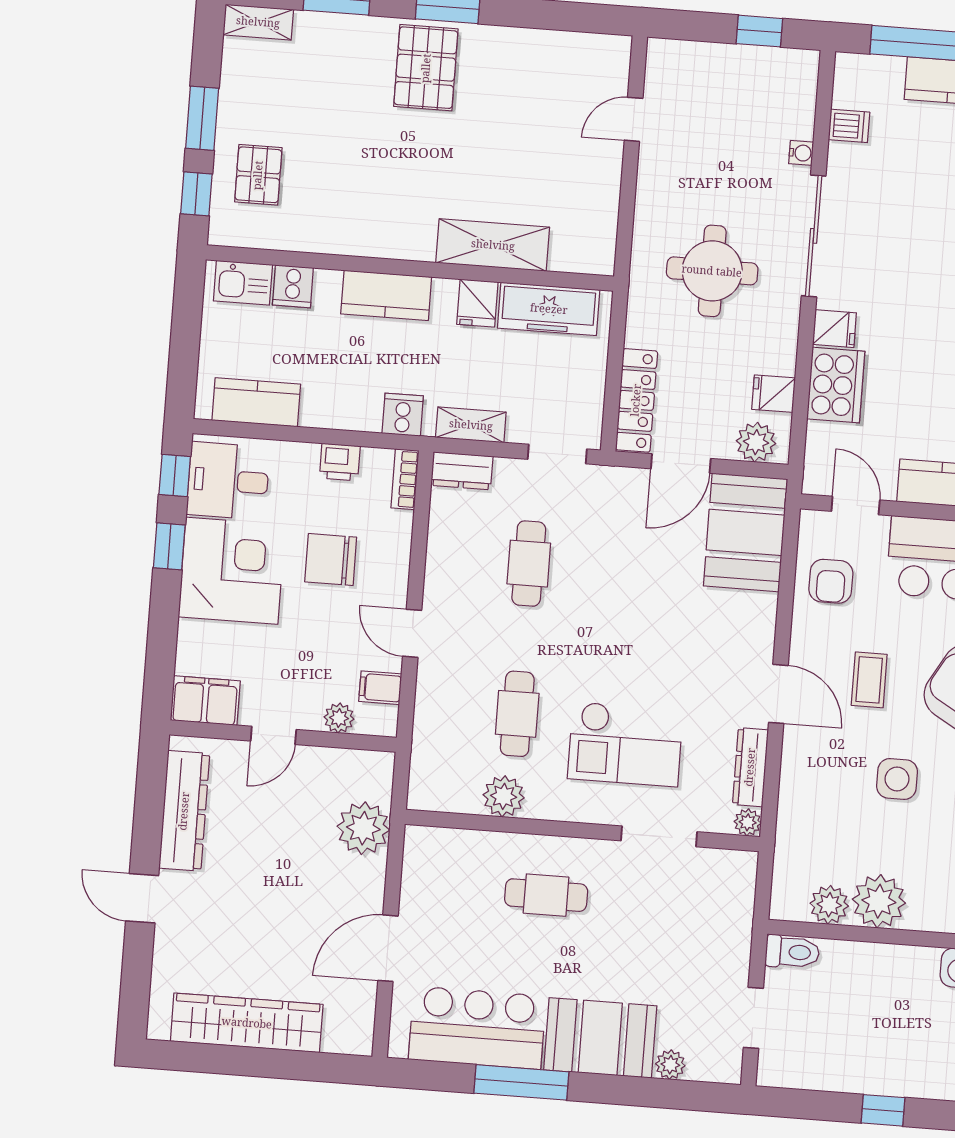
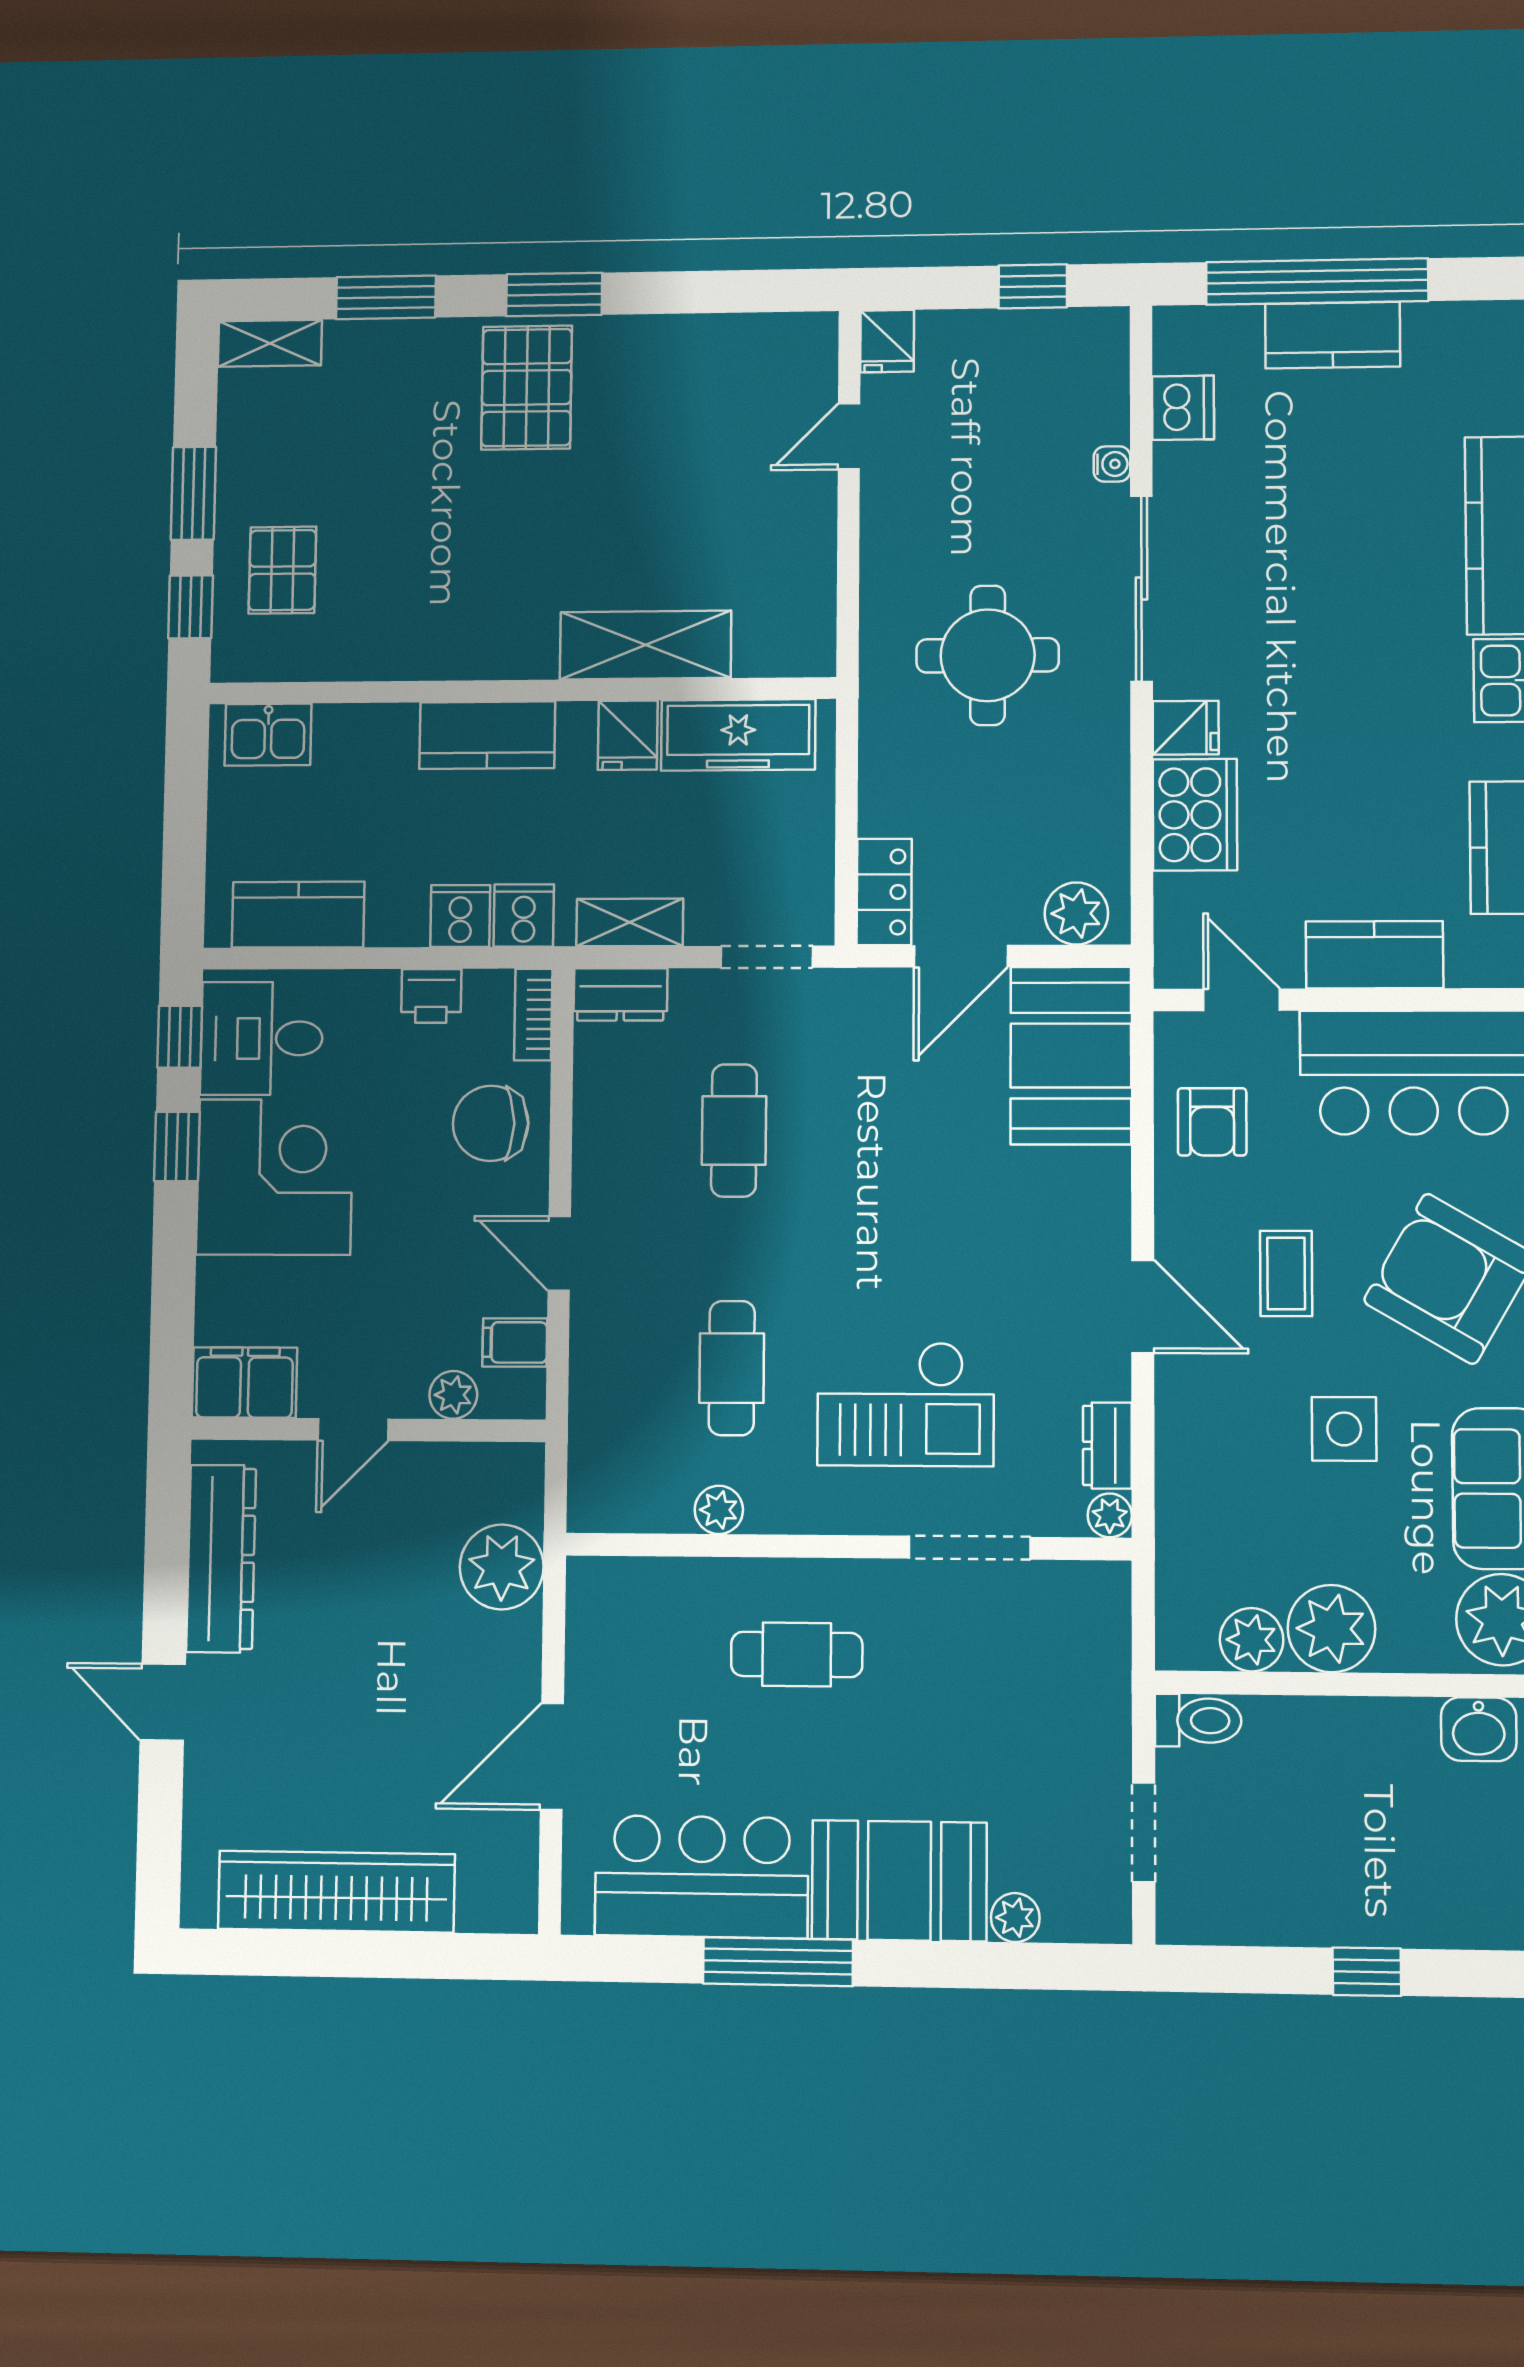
dishwasher: (849, 126) -> (1183, 408), width x1.38
cooker: (293, 286) -> (460, 916), moved, turned 180
fridge: (774, 394) -> (887, 341), moved, turned -90
locker: (636, 400) -> (884, 892), width x0.66
chair: (331, 559) -> (491, 1123), moved
dresser: (750, 767) -> (1107, 1446), width x0.70
plant: (504, 796) -> (719, 1510), width x0.73, depth x0.73

